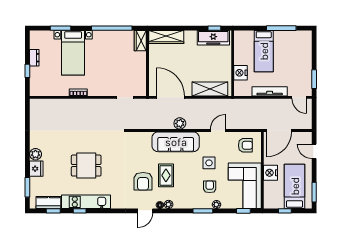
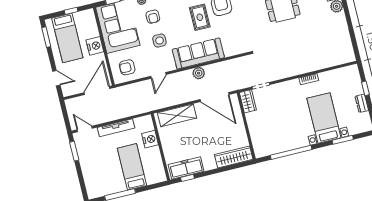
wardrobe: (140, 41) -> (248, 101), moved

